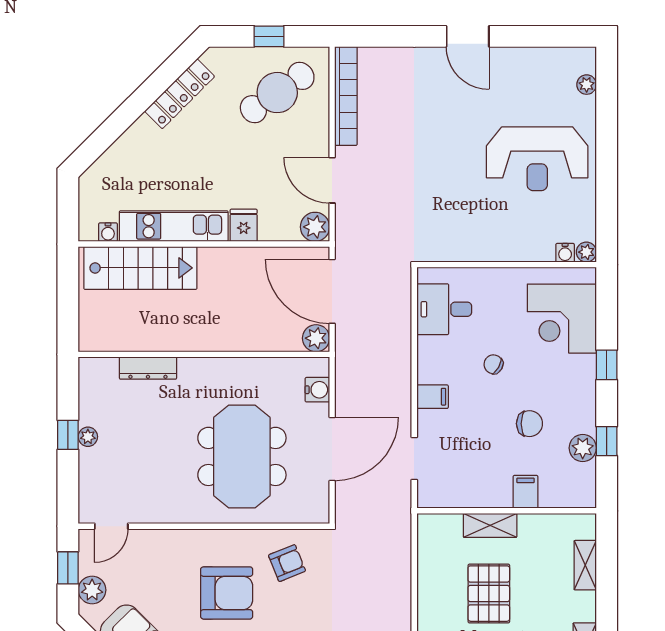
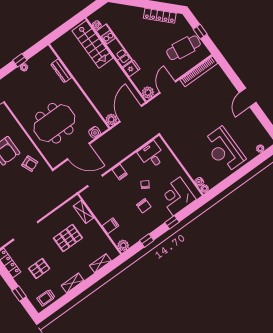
cafe table: (277, 93) -> (184, 48), turned -47
chair: (529, 424) -> (144, 206), moved
plant: (583, 448) -> (123, 245), moved
shelving: (490, 525) -> (83, 212), moved

